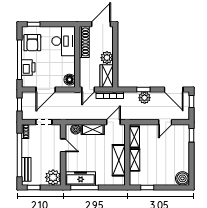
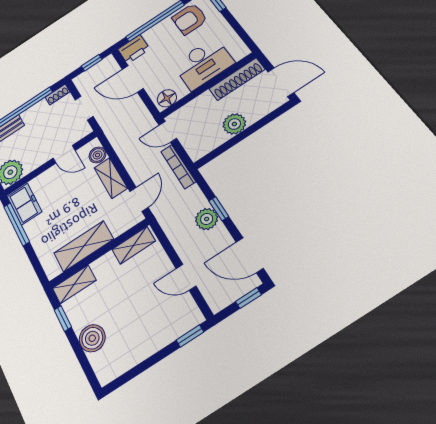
desk: (64, 41) -> (203, 64), moved
printer: (28, 67) -> (134, 49), moved
wardrobe: (107, 76) -> (205, 143), removed
door: (174, 90) -> (250, 255), hinge flipped
door: (113, 122) -> (139, 199), hinge flipped
door: (63, 145) -> (64, 154), hinge flipped
shelving: (135, 160) -> (74, 284), moved
freezer: (81, 178) -> (24, 204), width x0.71
boiler: (182, 178) -> (92, 338), moved

